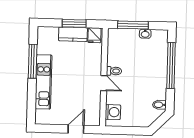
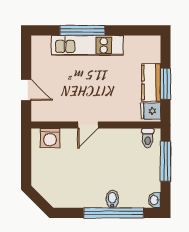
washbasin: (145, 34) -> (154, 200), moved
window: (33, 61) -> (82, 30), moved
toilet: (114, 71) -> (148, 138), moved
bidet: (159, 105) -> (112, 199), moved

